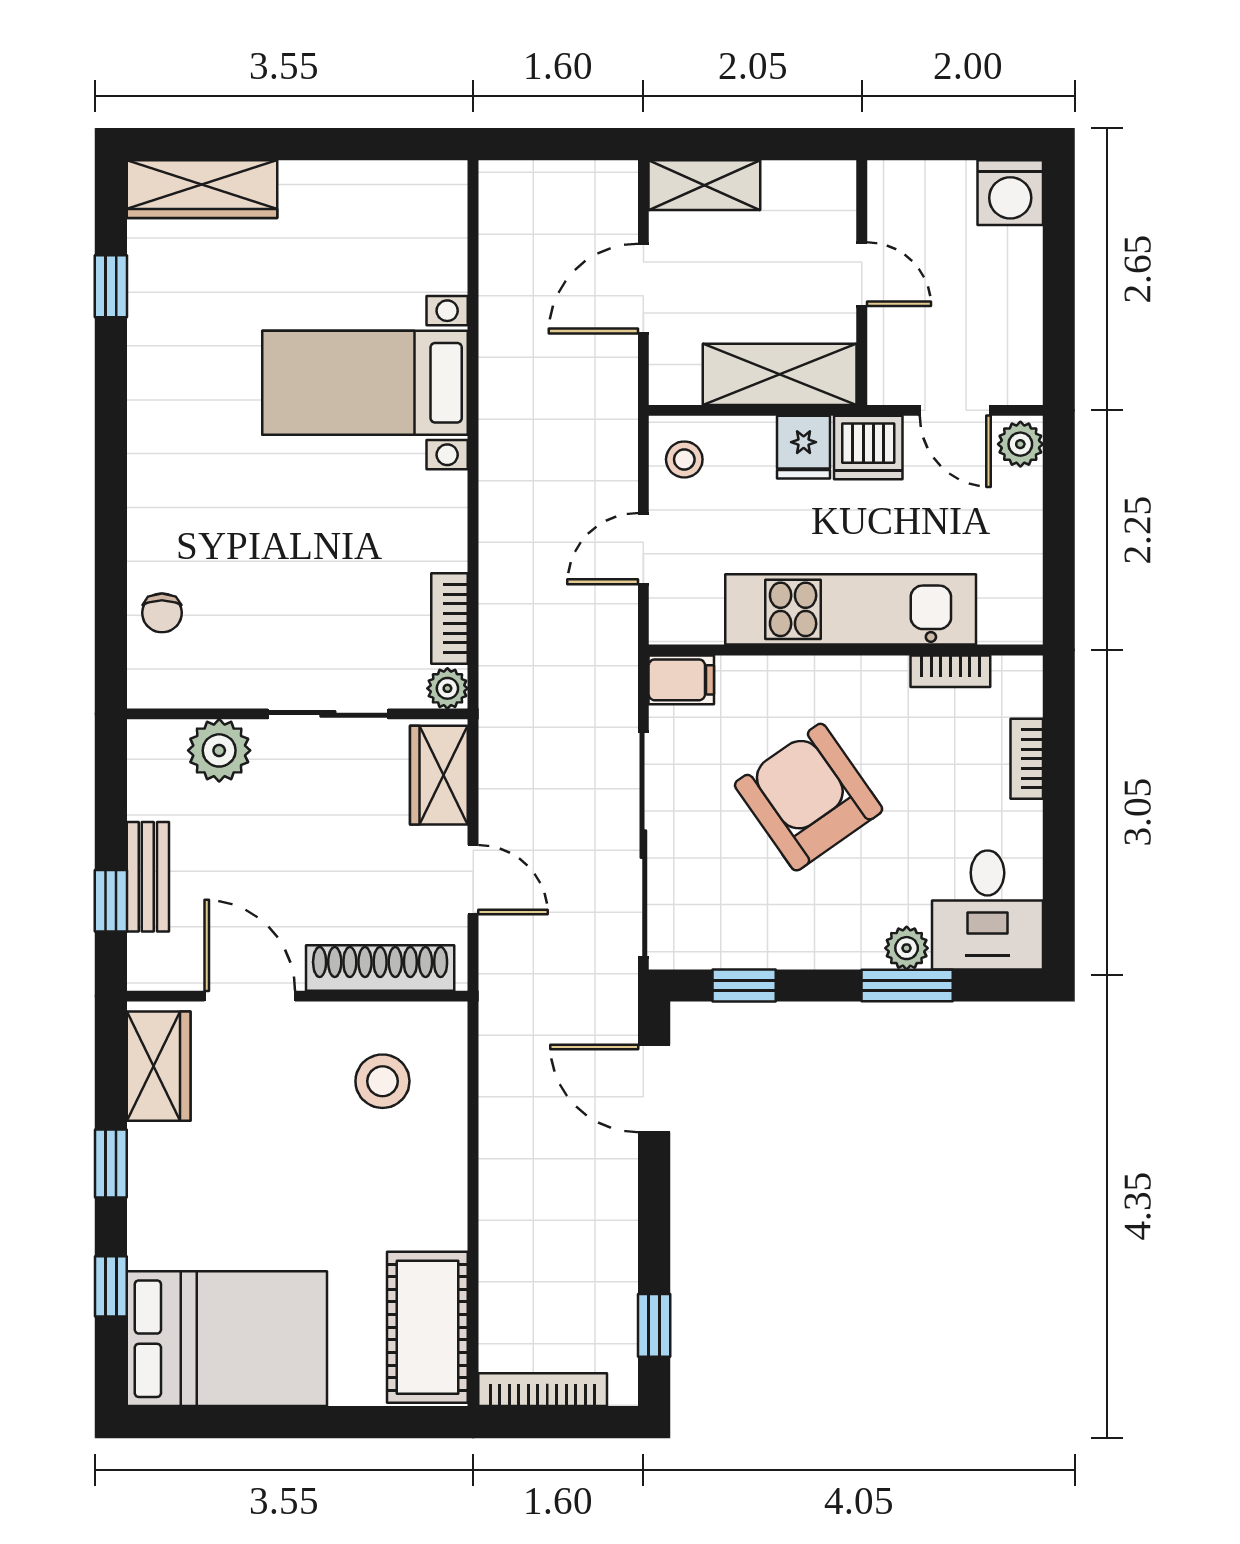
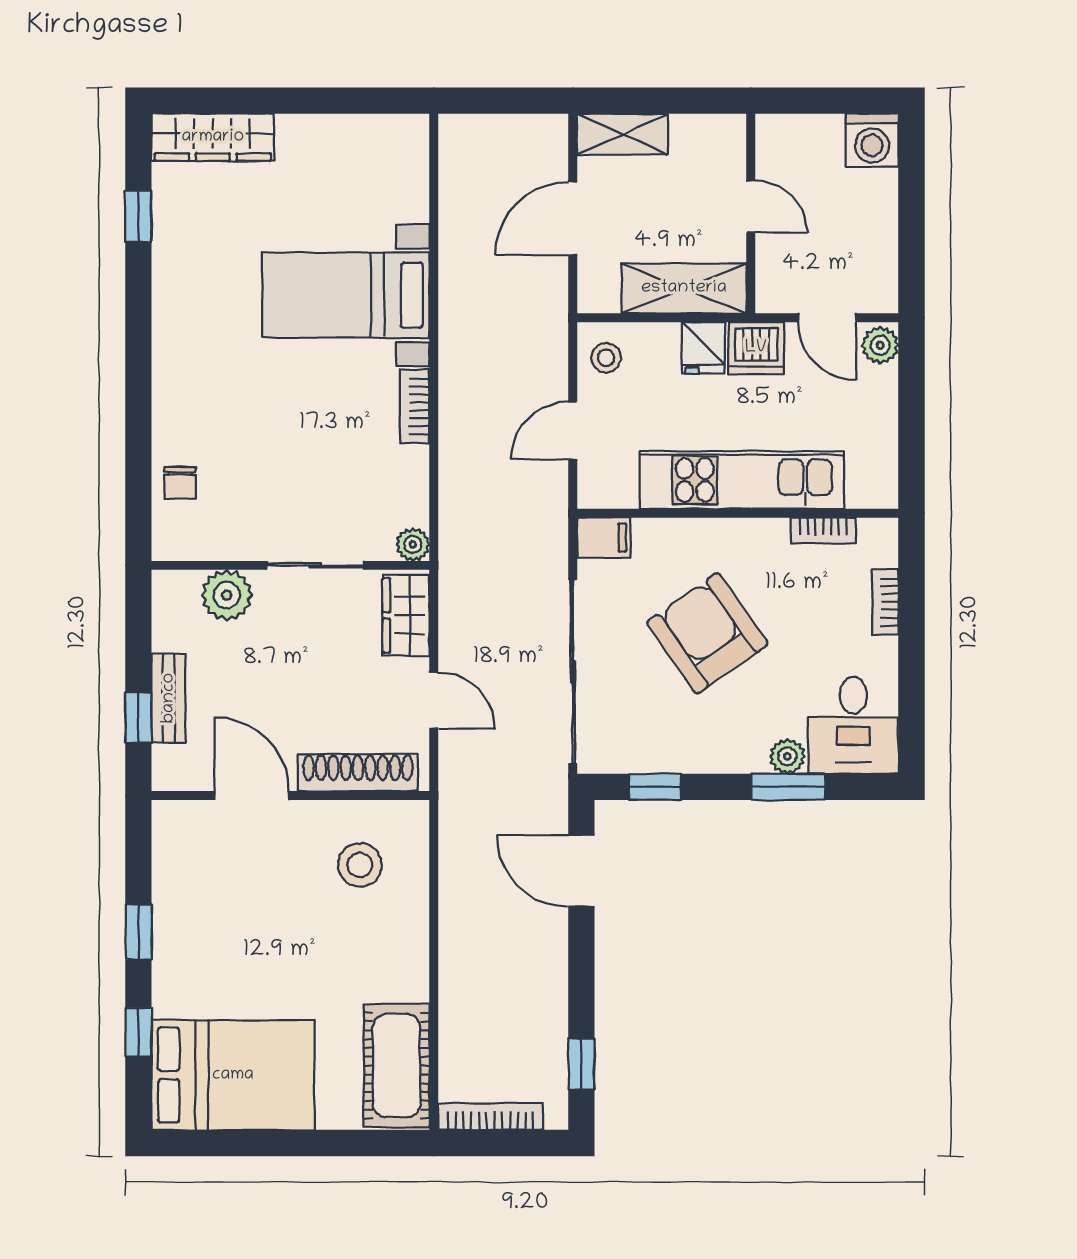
bookcase: (450, 618) -> (415, 406), moved
wardrobe: (159, 1066) -> (177, 853), removed

